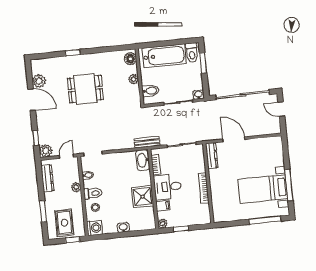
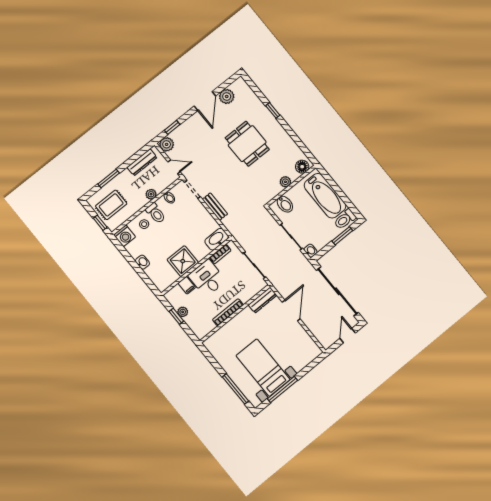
bench: (147, 142) -> (215, 207), moved
plant: (163, 224) -> (183, 312), moved

